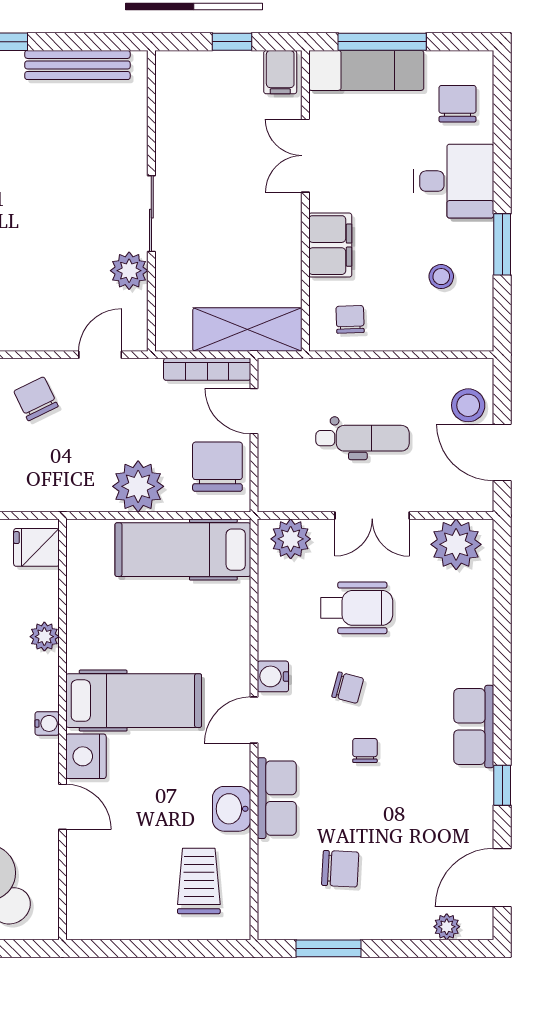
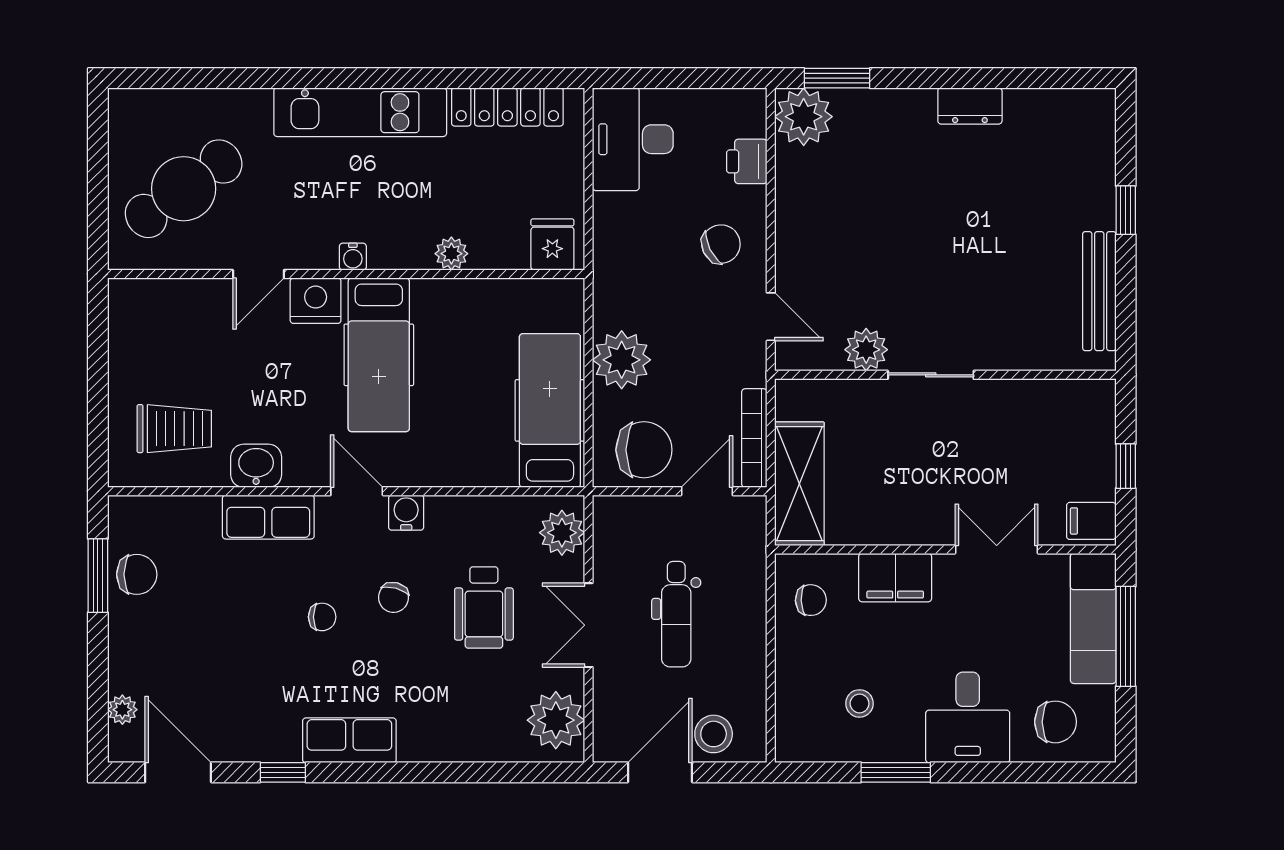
chair: (340, 869) -> (137, 574), moved, turned -93

